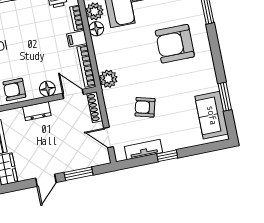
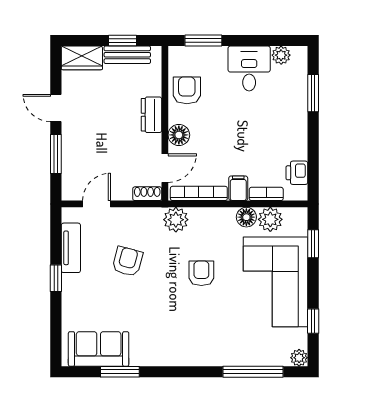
armchair: (175, 44) -> (201, 273), moved, width x0.53, depth x0.53
shoe rack: (95, 107) -> (147, 194), width x0.70

